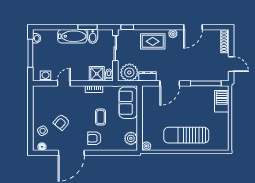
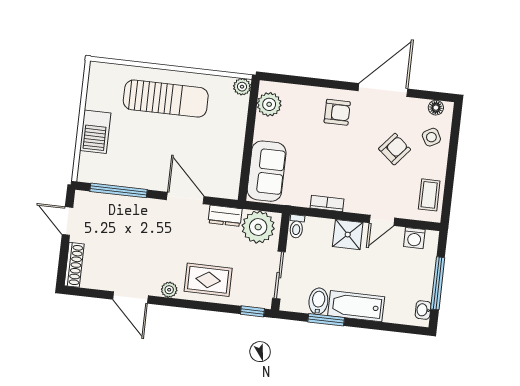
door: (193, 27) -> (130, 297), swing flipped
shower: (97, 74) -> (348, 235), moved
door: (170, 83) -> (185, 198), hinge flipped
barbecue: (222, 101) -> (95, 132), moved
coffee table: (101, 117) -> (429, 195), moved

